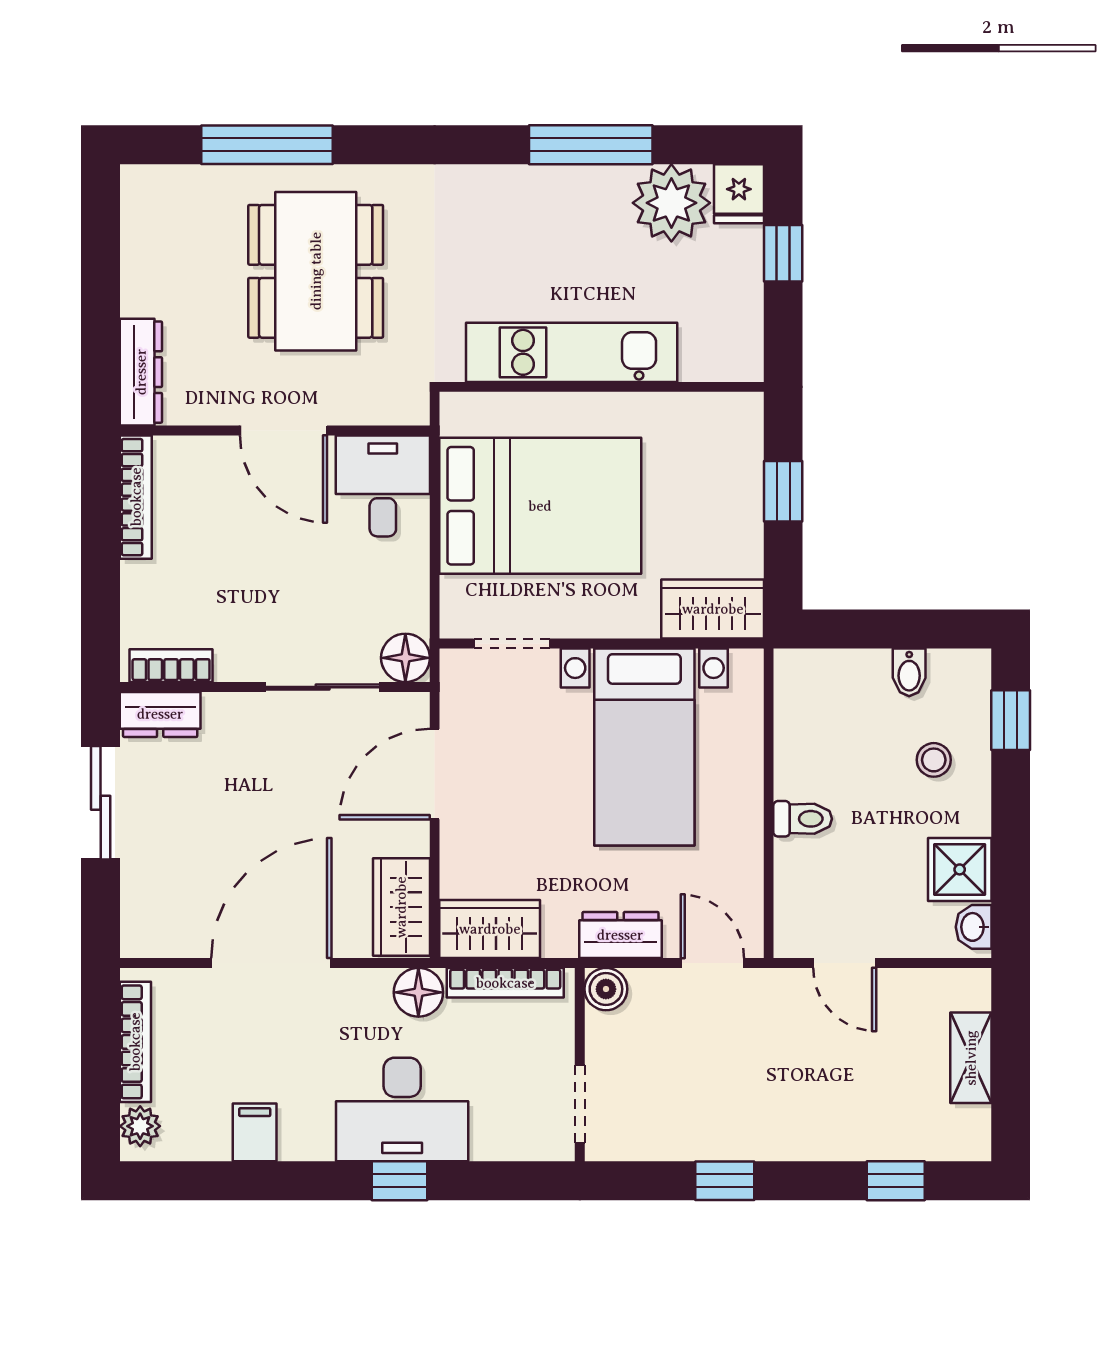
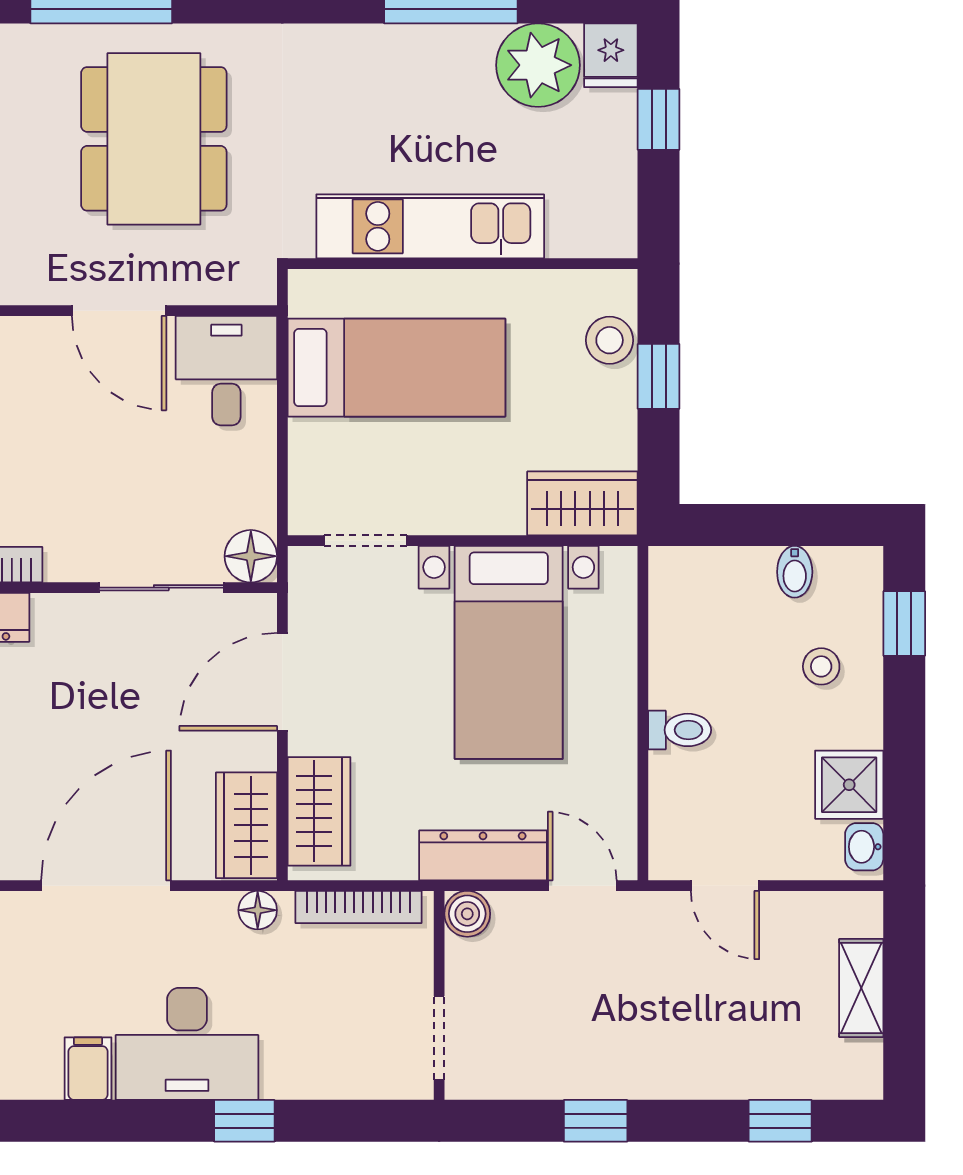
stool: (738, 458) -> (610, 340), added
bed: (540, 506) -> (396, 368), width x0.67
wardrobe: (490, 929) -> (319, 811), moved, turned 90
dresser: (620, 935) -> (483, 855), width x1.44
floor lamp: (418, 992) -> (258, 910), width x0.73, depth x0.73
desk: (402, 1109) -> (187, 1044), moved

